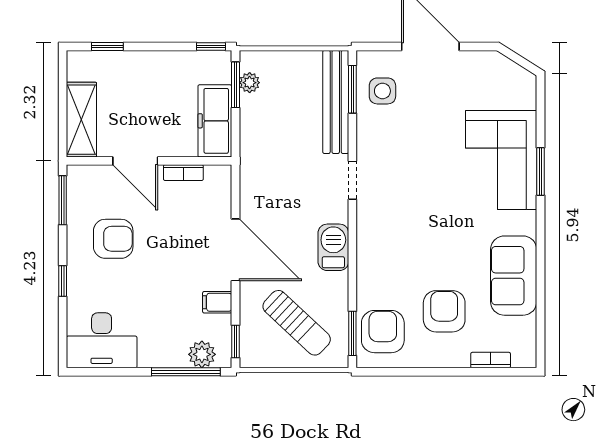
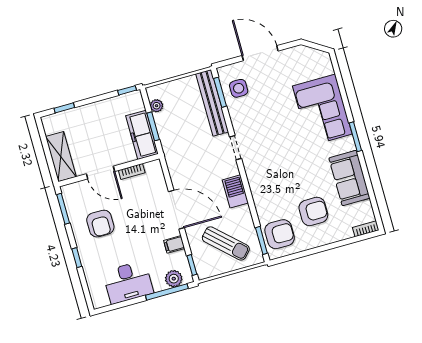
window: (235, 85) -> (153, 126), moved
window: (540, 171) -> (355, 137), moved
armchair: (113, 239) -> (100, 224), turned 90
armchair: (444, 311) -> (313, 211), turned 90
armchair: (383, 332) -> (280, 234), turned 90
desk: (102, 340) -> (128, 282), moved
bookcase: (491, 360) -> (366, 229), moved

